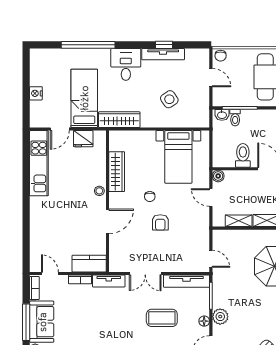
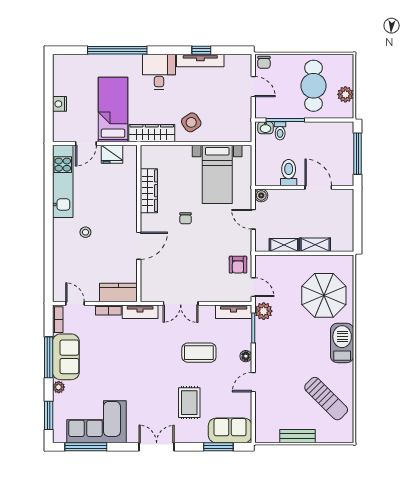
side table: (169, 99) -> (191, 122), moved
stool: (99, 191) -> (85, 232), moved
armchair: (160, 222) -> (238, 265), moved
tv unit: (186, 281) -> (234, 312), width x0.71
plant: (220, 317) -> (264, 311), moved

